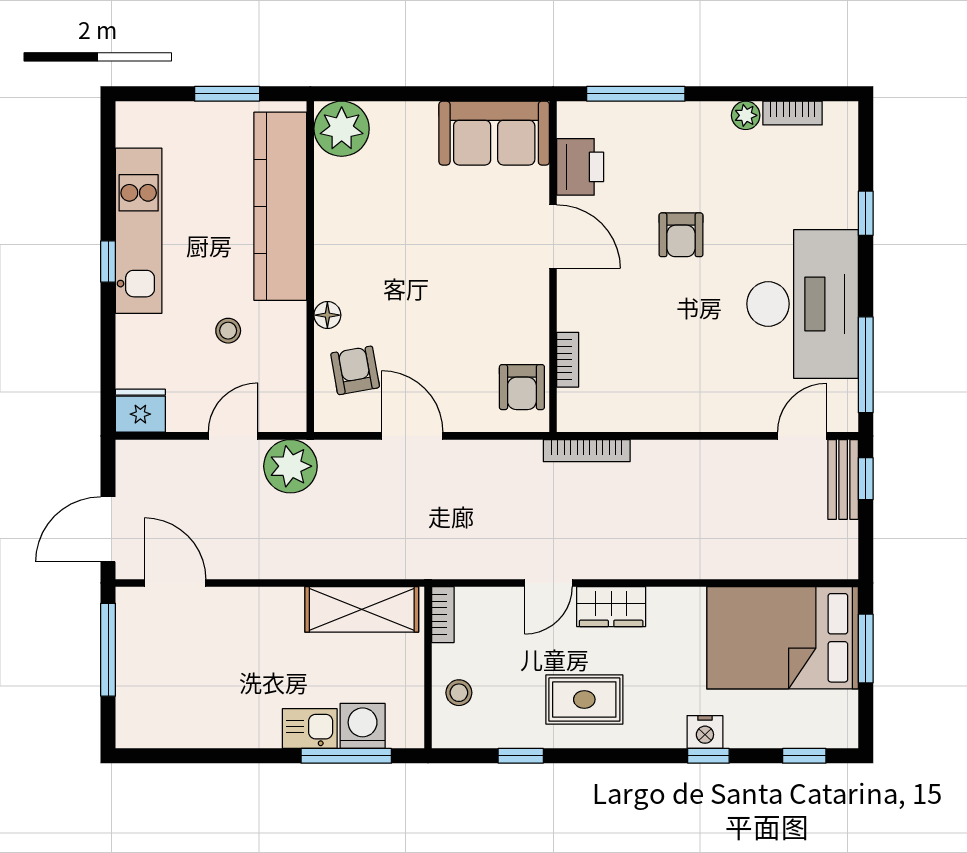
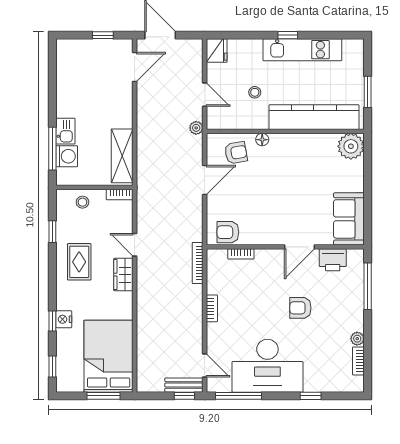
bookcase: (682, 421) -> (212, 308), added
plant: (290, 466) -> (196, 128), width x0.53, depth x0.53
window: (108, 650) -> (103, 35), width x0.46

